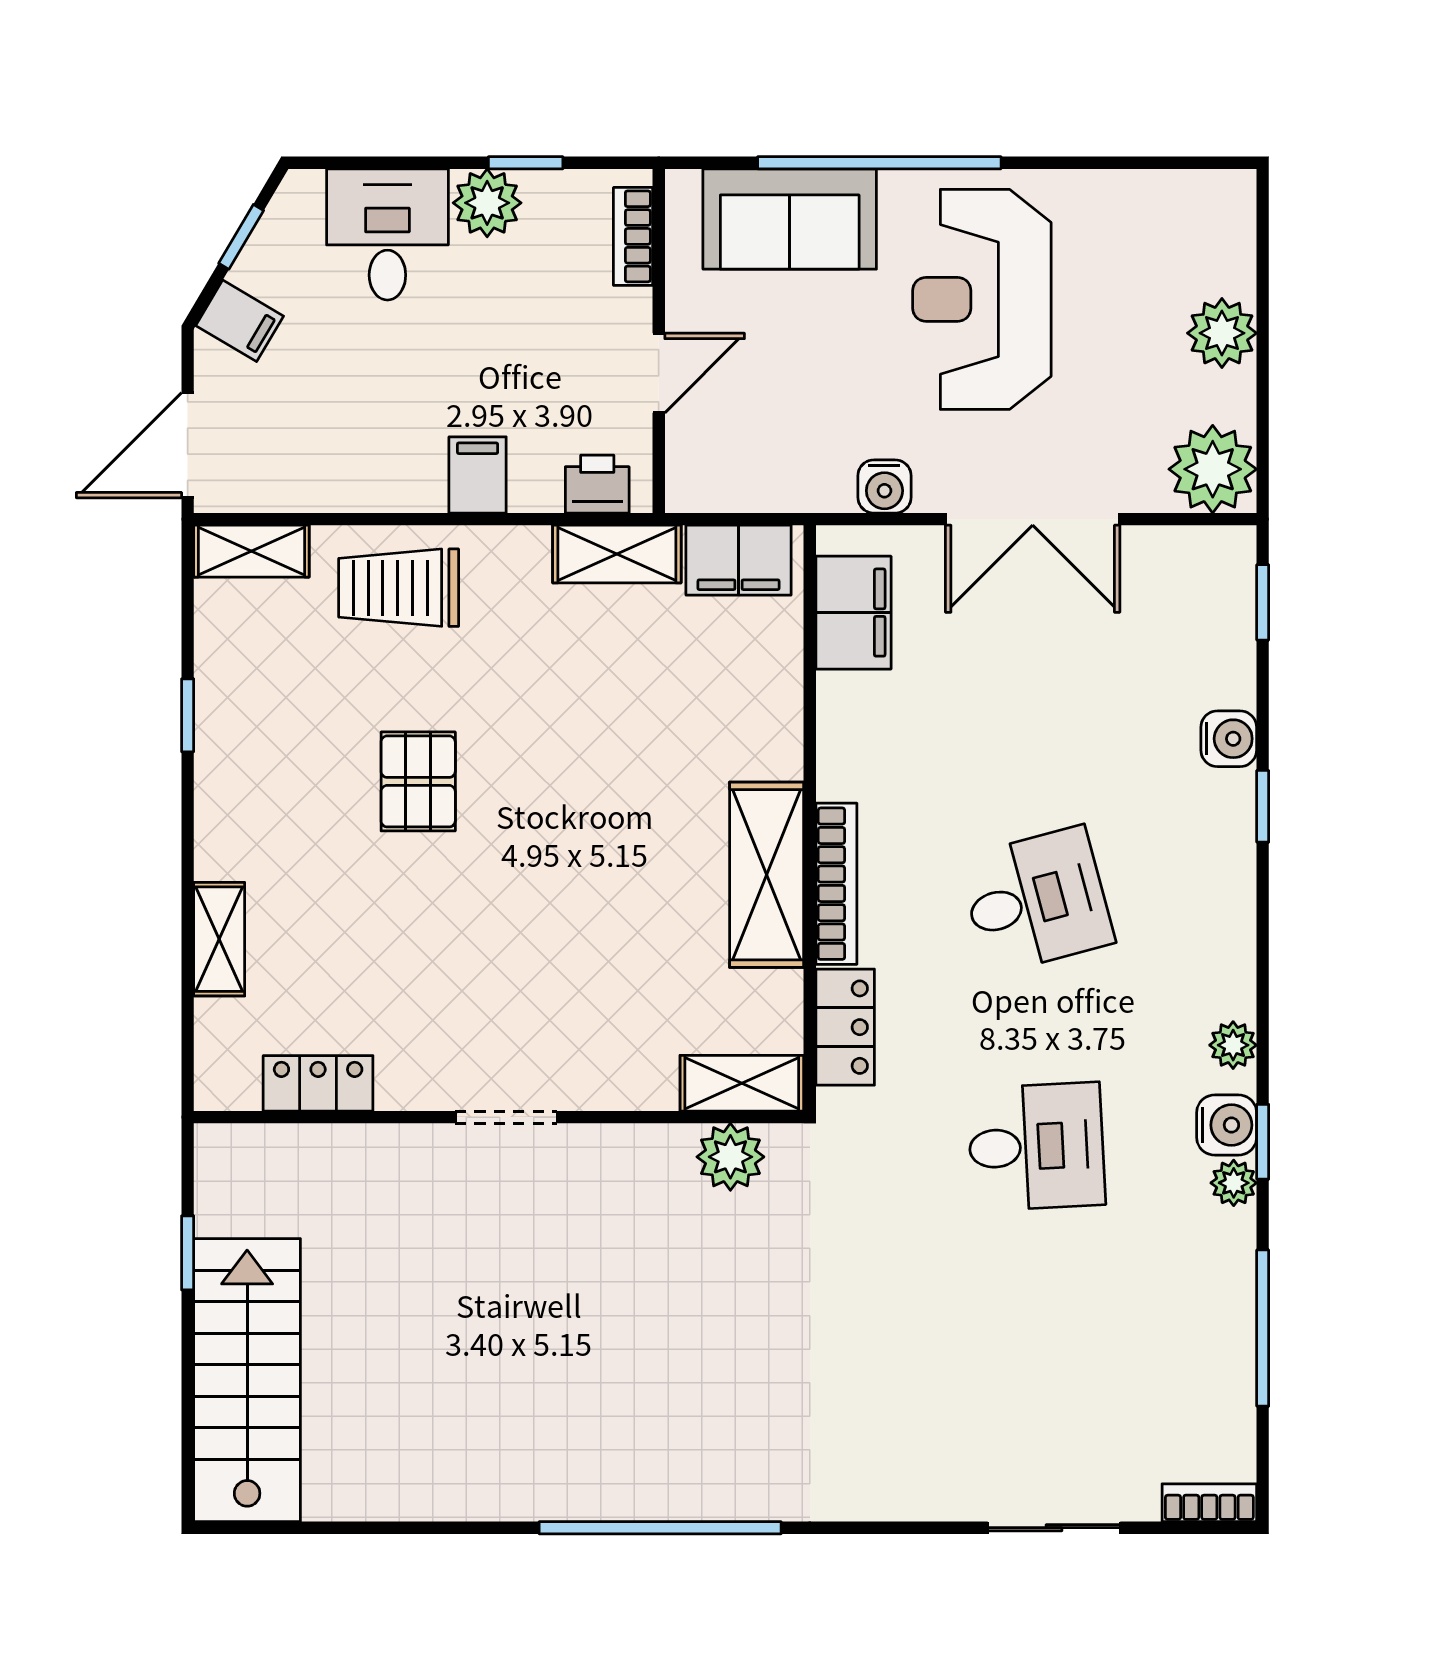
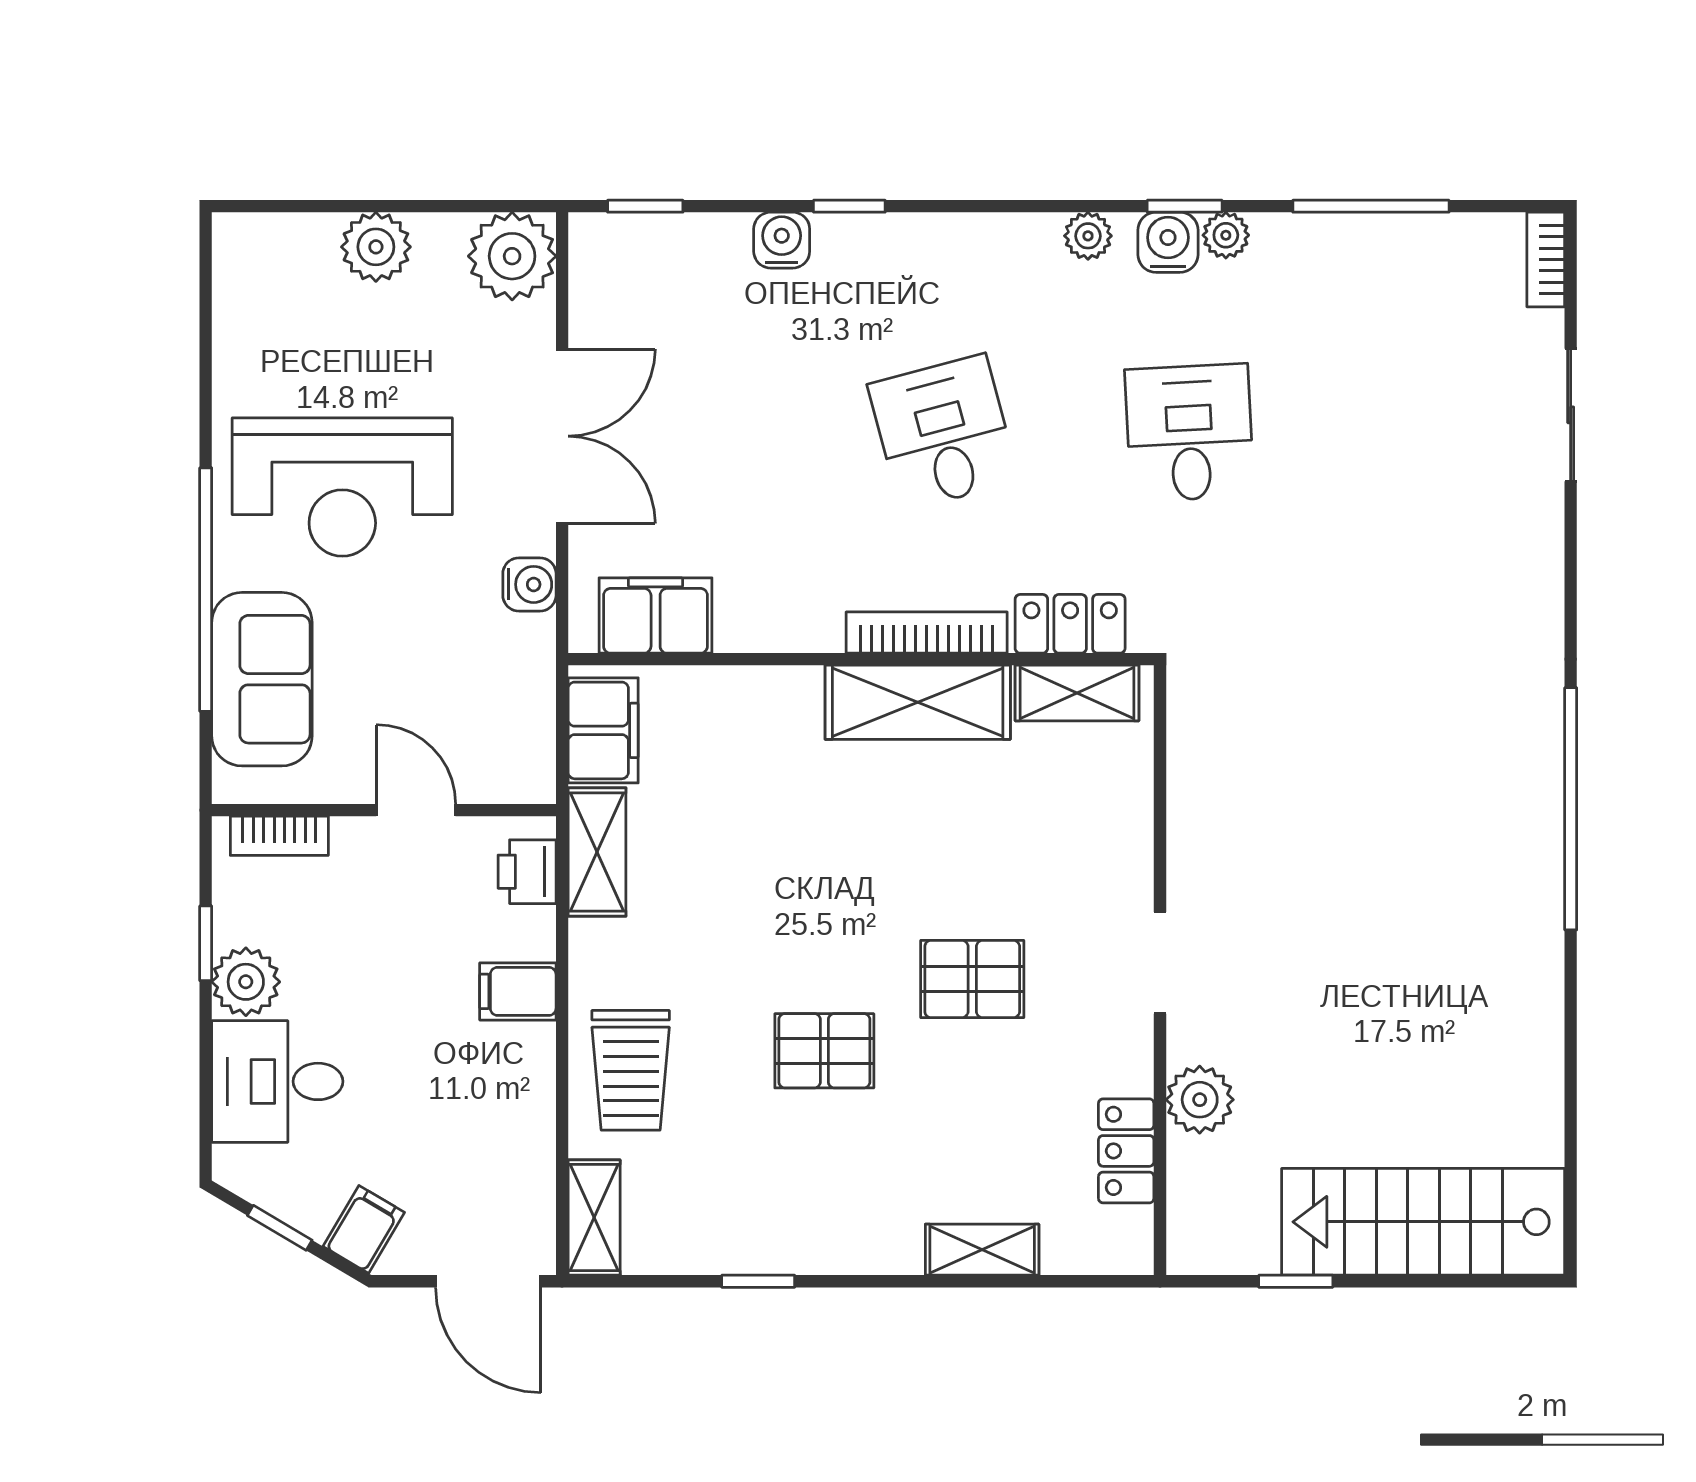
pallet: (490, 929) -> (972, 979), added
shelving: (742, 1083) -> (1077, 693), moved, turned 90
plant: (730, 1157) -> (1200, 1100), moved

